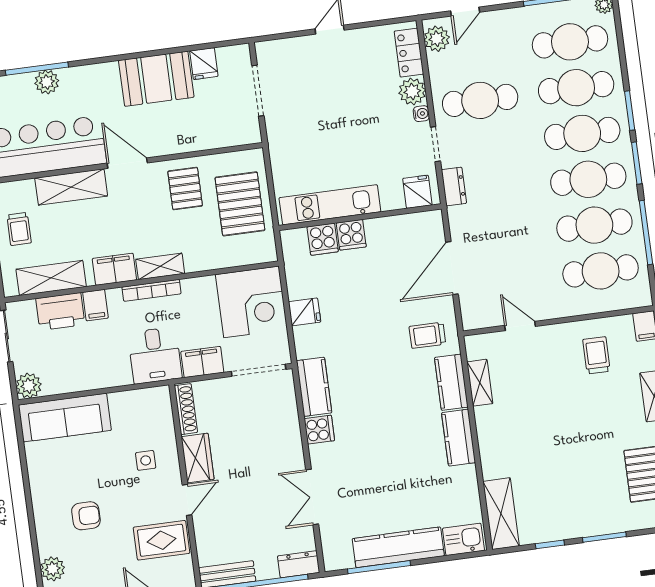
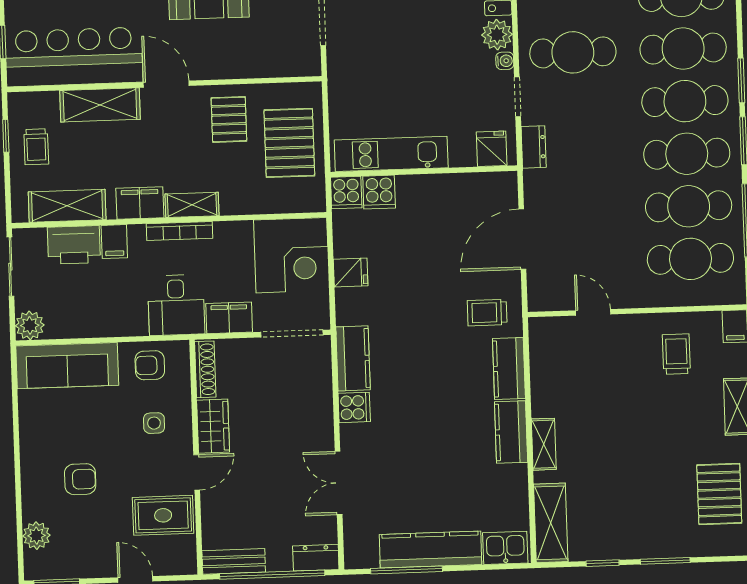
cooker: (351, 235) -> (346, 193), moved
shelving: (480, 383) -> (544, 444), moved
armchair: (137, 410) -> (150, 365), added

